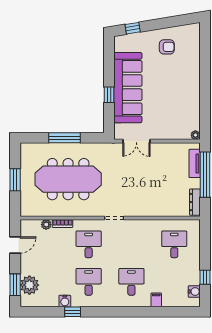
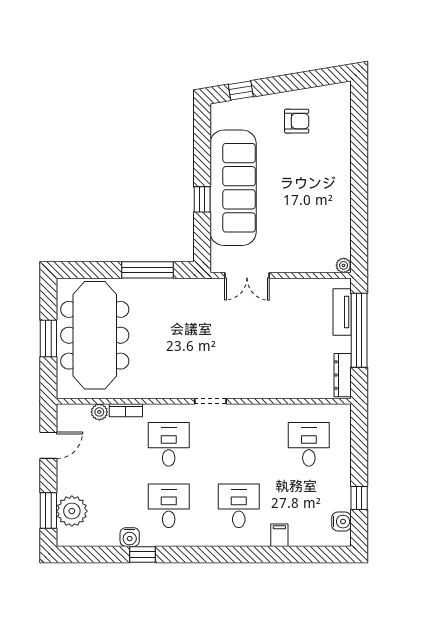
window: (65, 138) -> (147, 270), moved
meeting table: (68, 179) -> (95, 335), moved, turned 90

